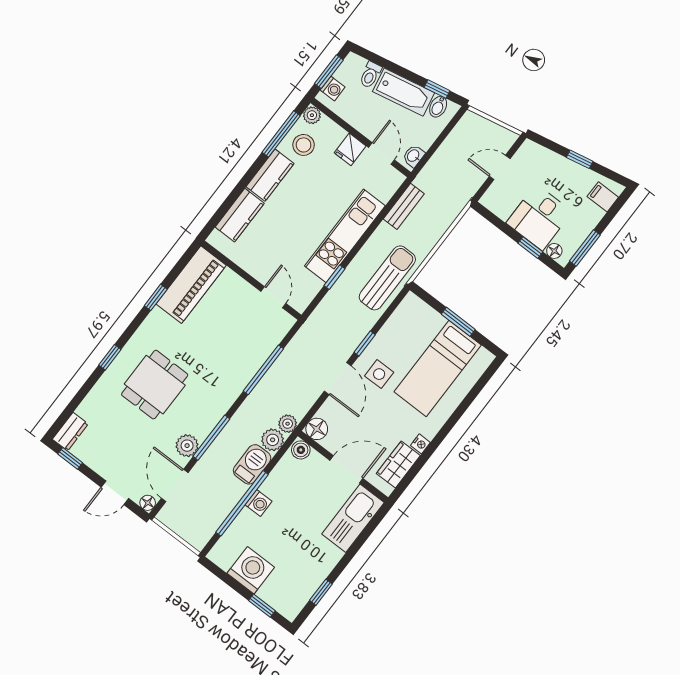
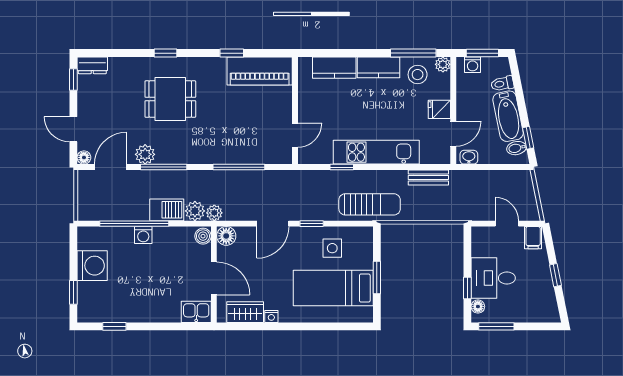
filing cabinet: (603, 197) -> (533, 238), moved, turned 180
side table: (379, 374) -> (332, 248), moved
kitchen sink: (353, 518) -> (196, 312), width x0.53, depth x0.81

